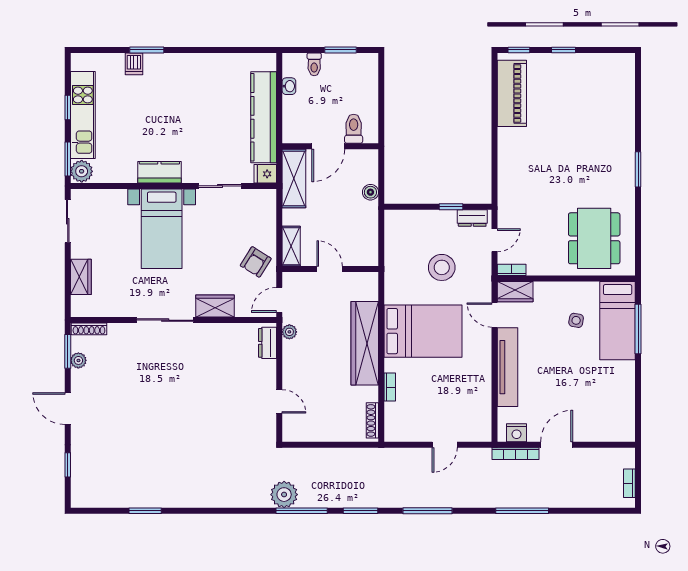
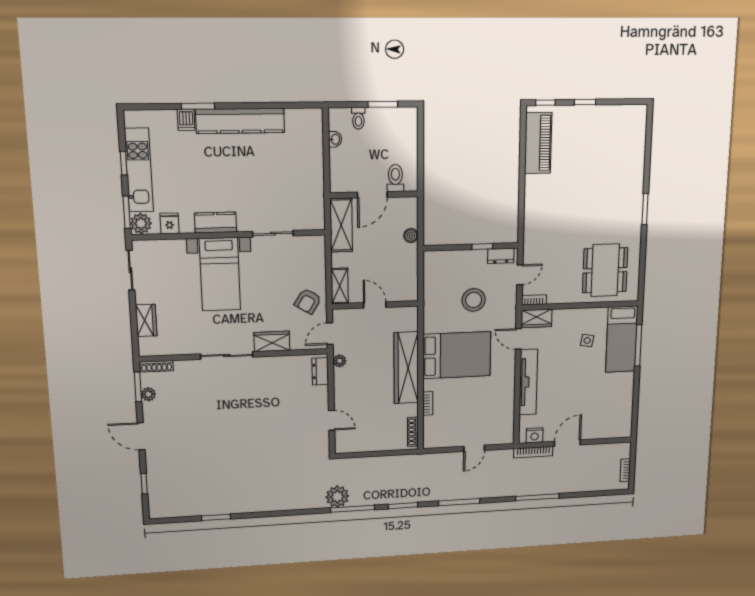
kitchen counter: (264, 117) -> (240, 121), moved, turned -90
fridge: (265, 174) -> (170, 223), moved, turned 90

